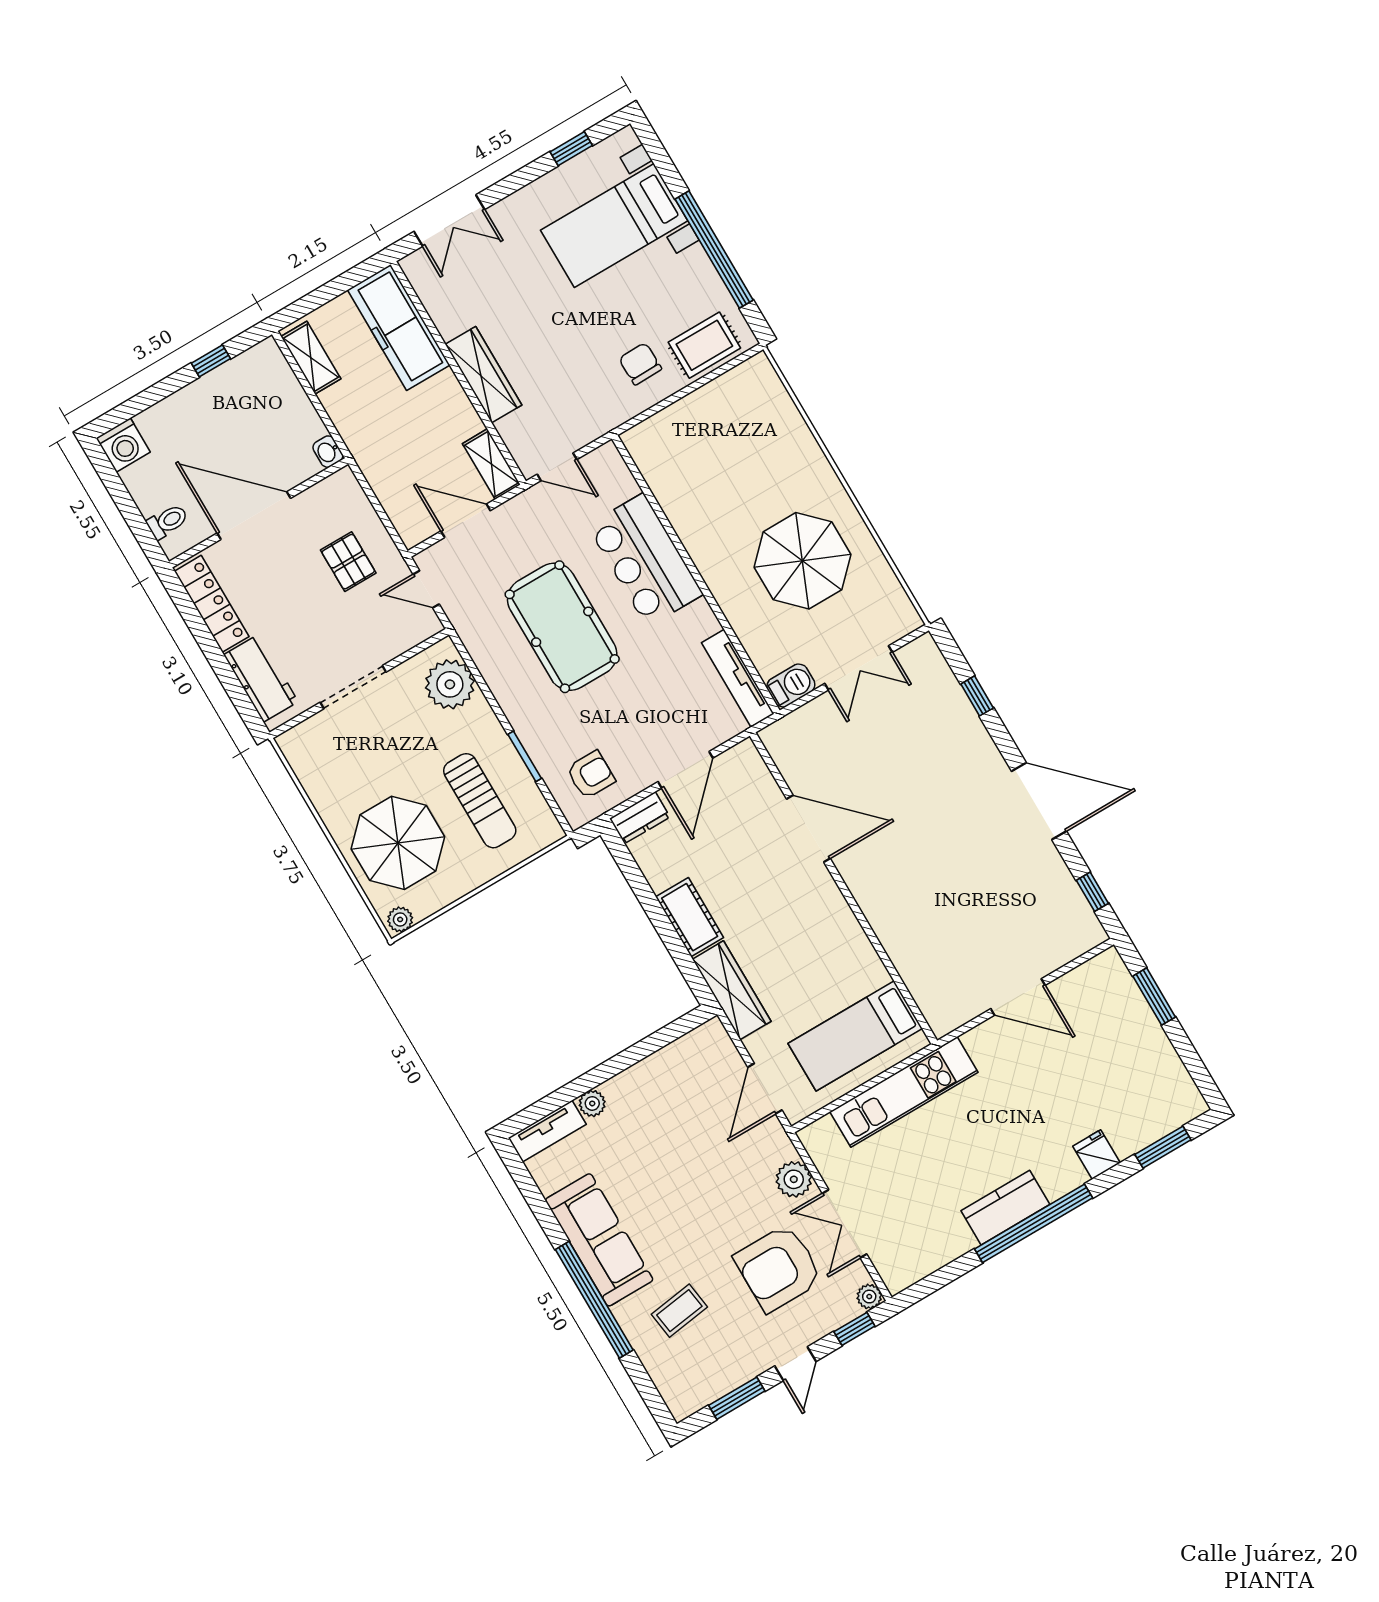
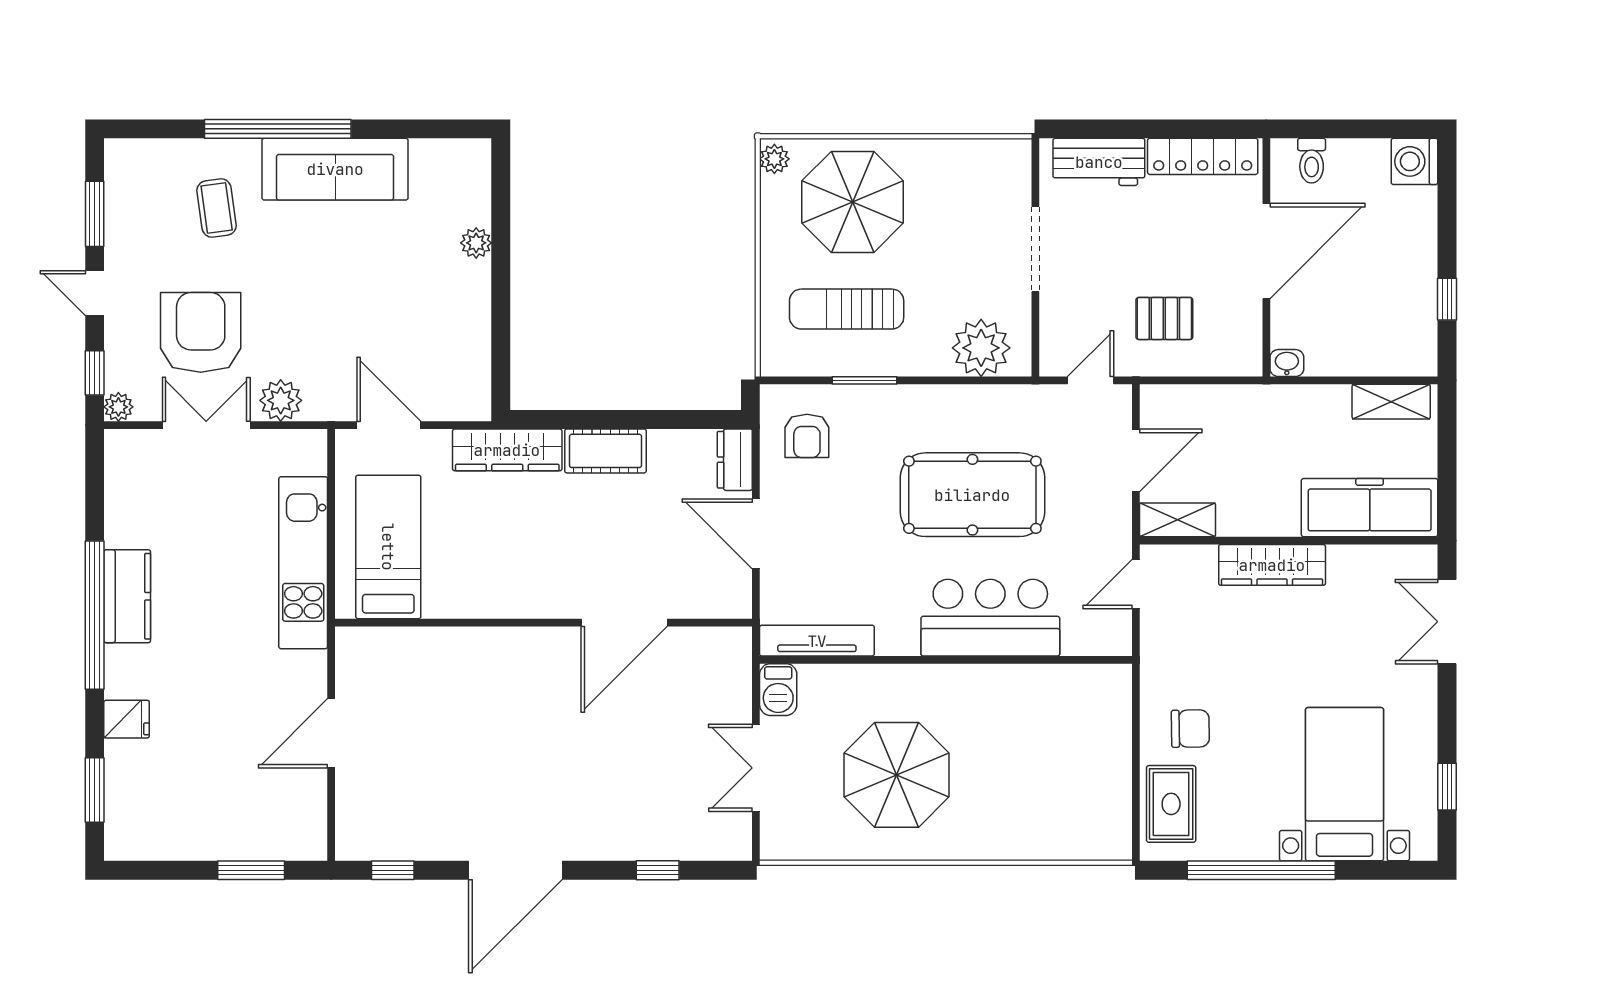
tv unit: (547, 1131) -> (475, 181), removed

